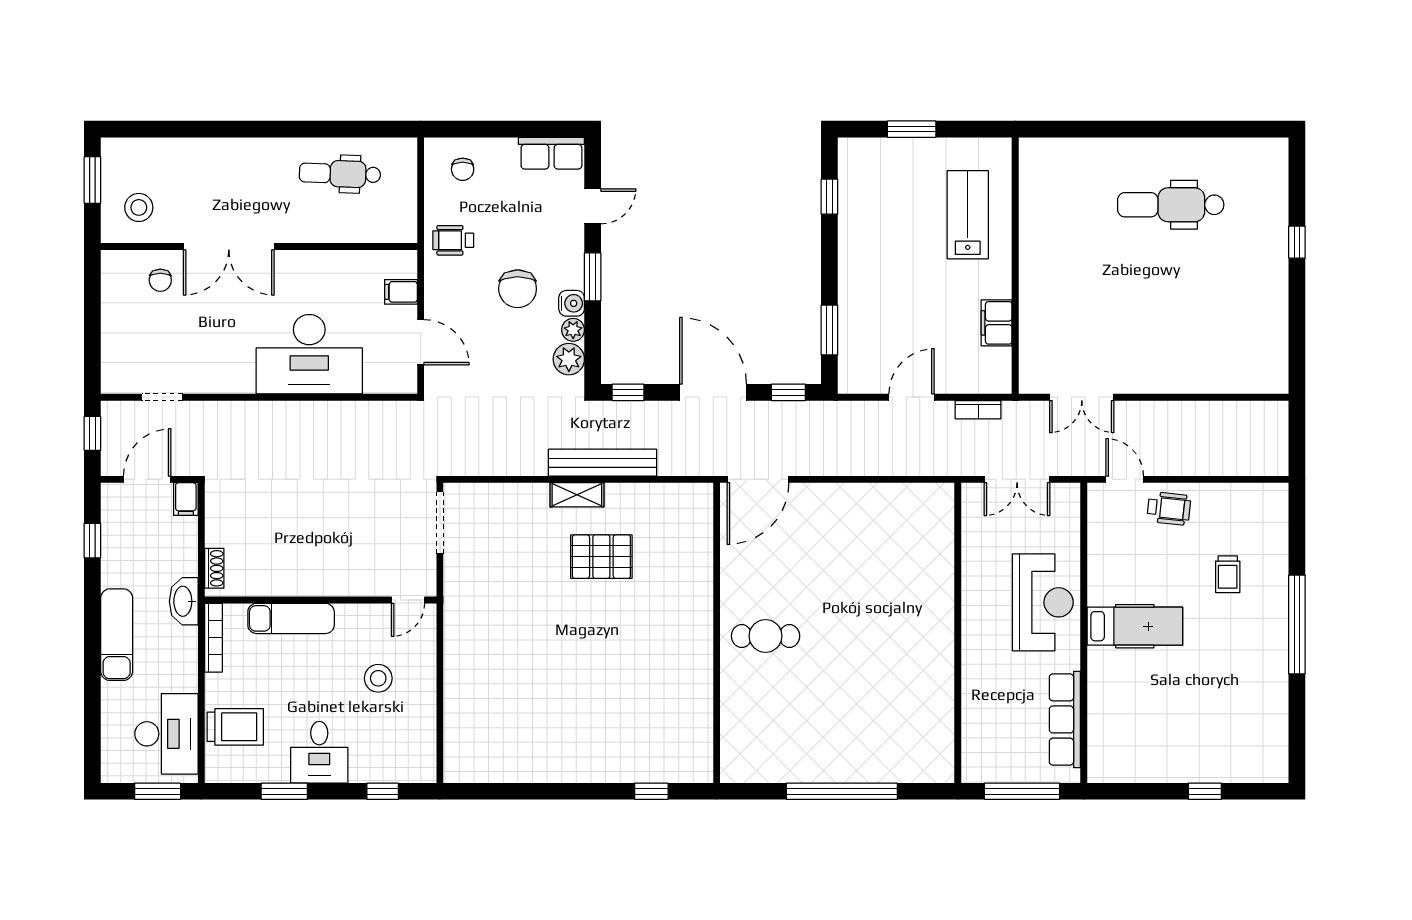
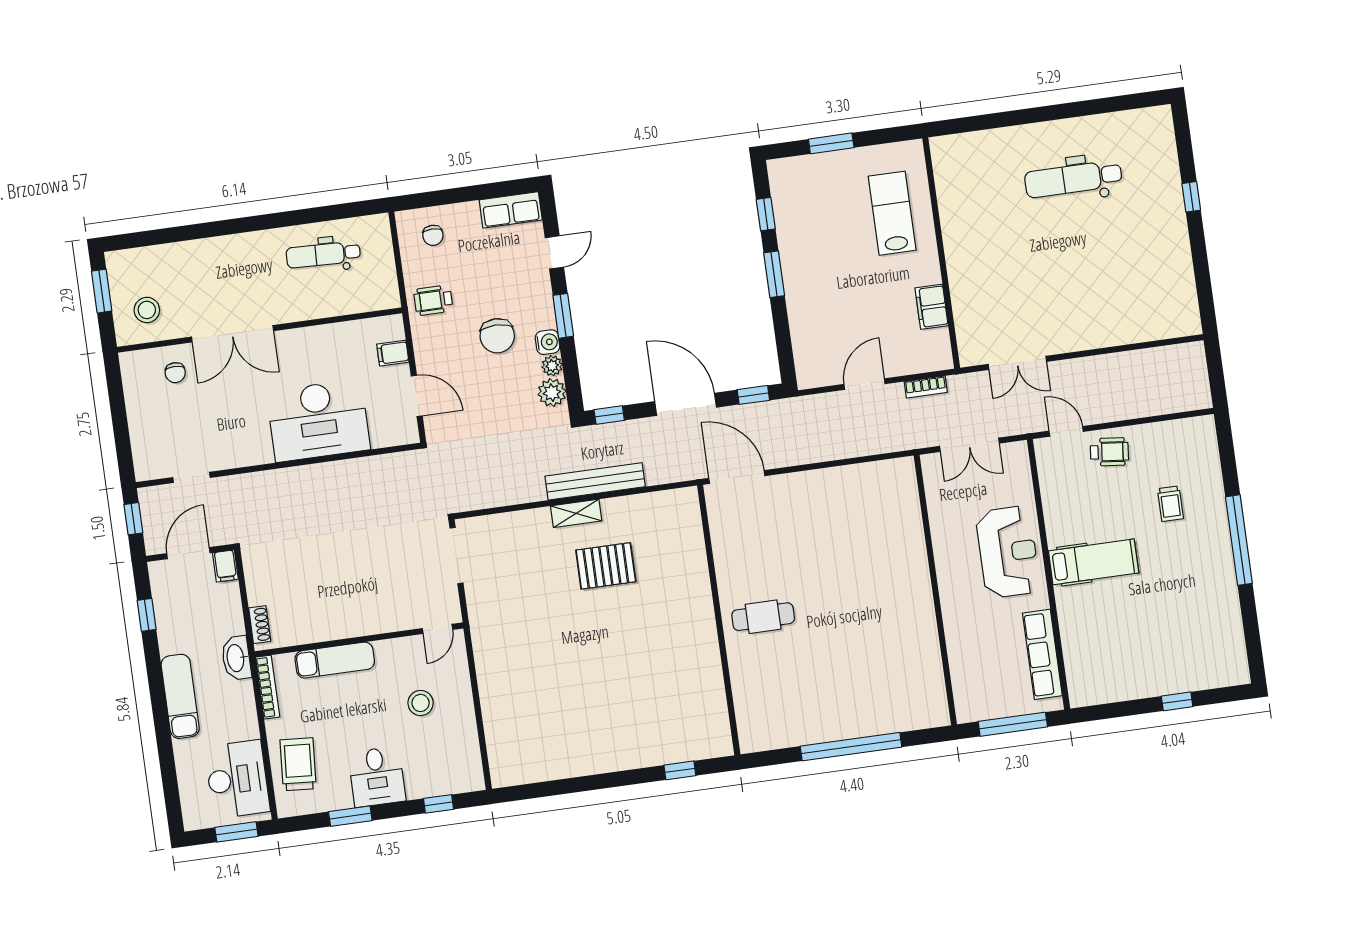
window: (829, 330) -> (774, 274), moved
door: (758, 479) -> (737, 477), swing flipped
trolley: (235, 727) -> (298, 764), turned -86

